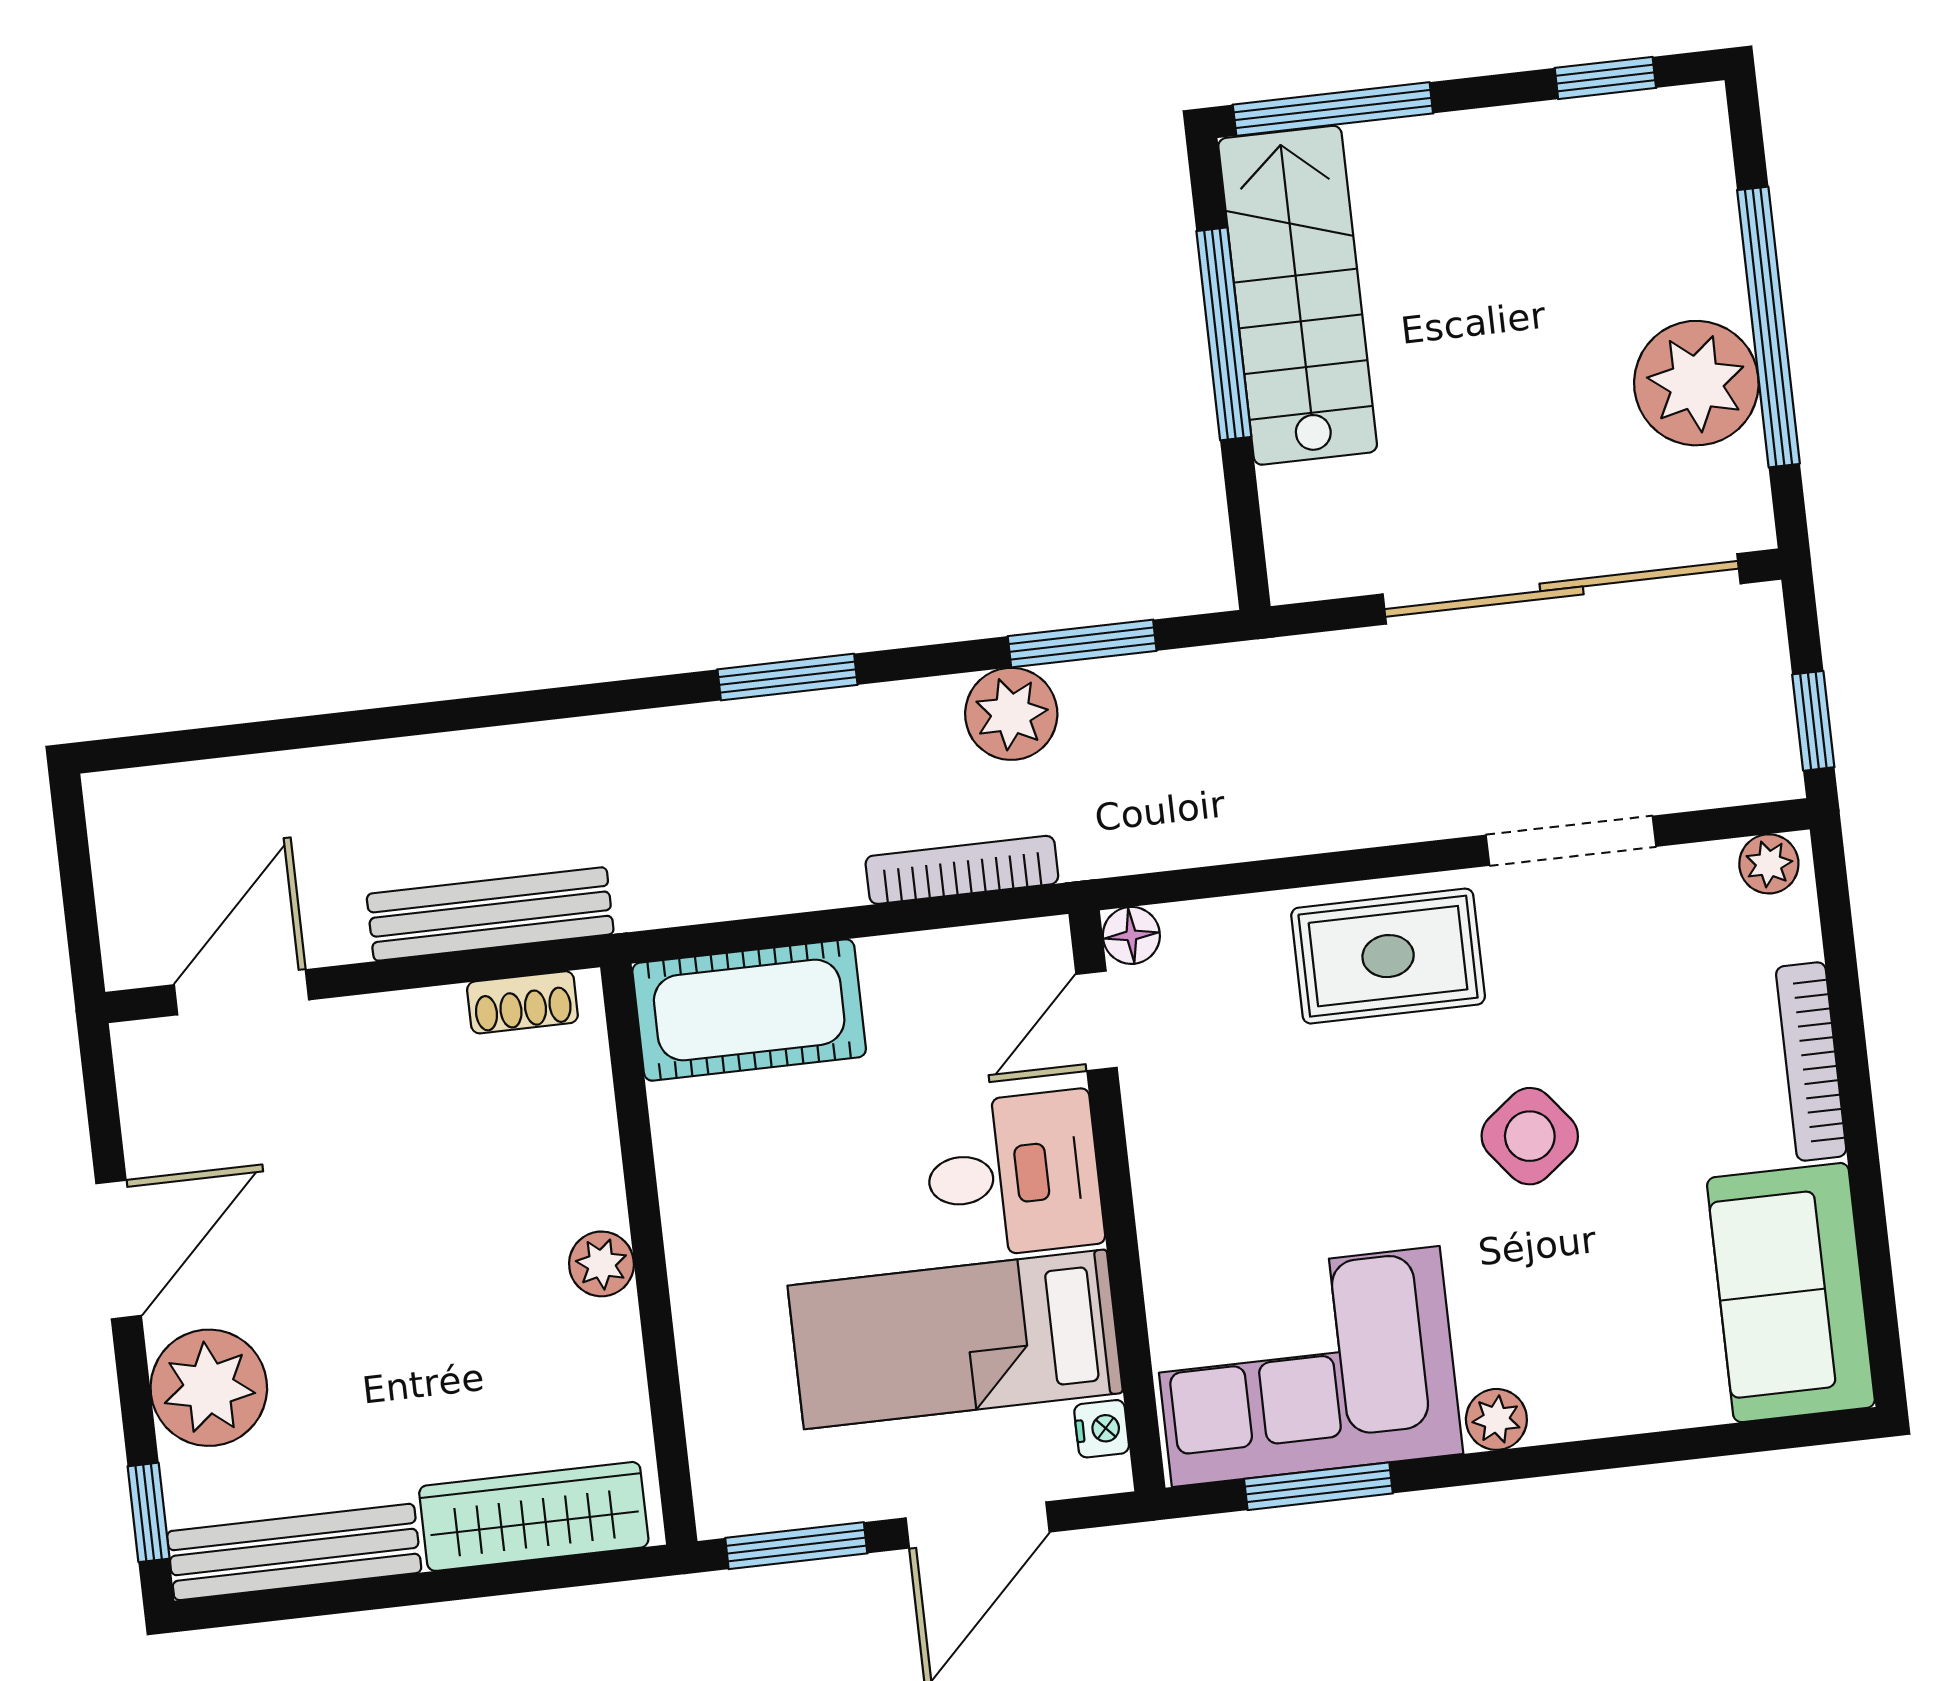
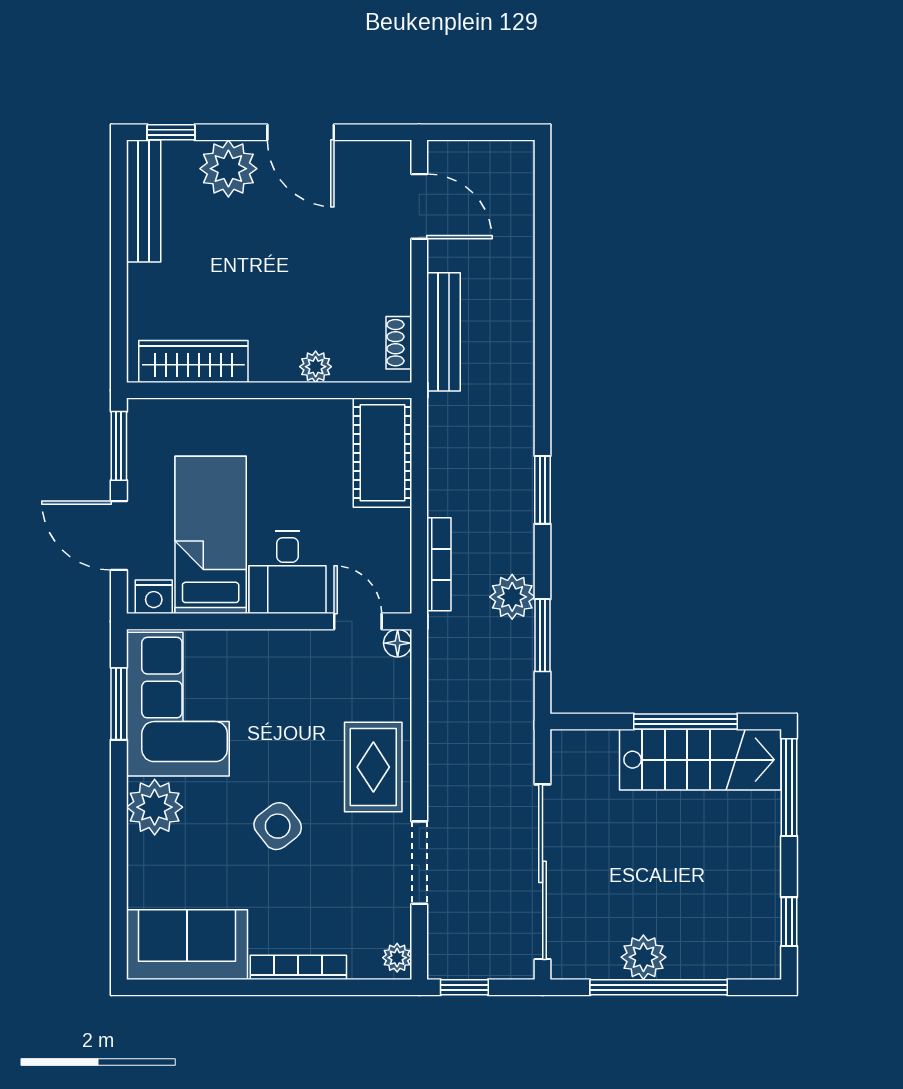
plant: (1696, 383) -> (643, 957), width x0.73, depth x0.73
plant: (601, 1264) -> (316, 367), moved
plant: (1496, 1419) -> (155, 807), width x1.88, depth x1.88
nightstand: (1102, 1429) -> (154, 597), width x1.39, depth x1.35
wardrobe: (534, 1516) -> (193, 361), moved, turned -90

